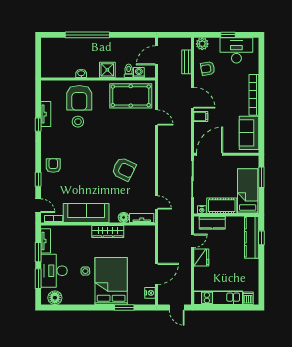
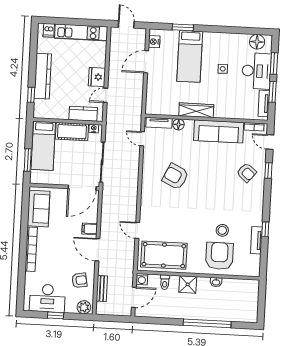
washing machine: (139, 73) -> (142, 279), moved
armchair: (53, 166) -> (247, 173), moved, turned -50
kitchen counter: (252, 237) -> (43, 76), moved
bed: (111, 281) -> (190, 56), width x0.67

